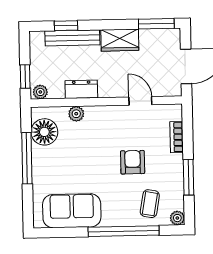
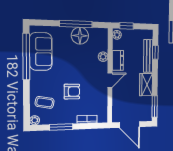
door: (140, 101) -> (110, 80), moved
floor lamp: (44, 132) -> (80, 36), moved
window: (124, 231) -> (26, 57), moved

